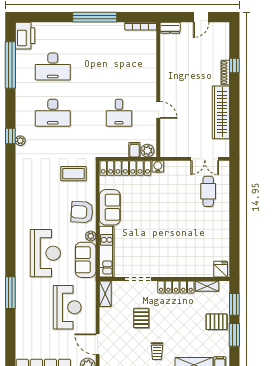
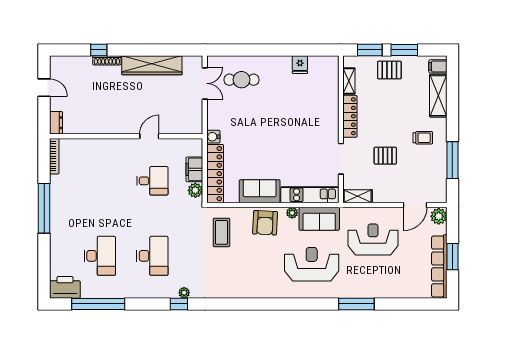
filing cabinet: (134, 150) -> (194, 169), width x2.00
plant: (147, 151) -> (195, 190), moved
fridge: (221, 269) -> (300, 65), moved, turned -90
pallet: (217, 322) -> (389, 70), turned 90

